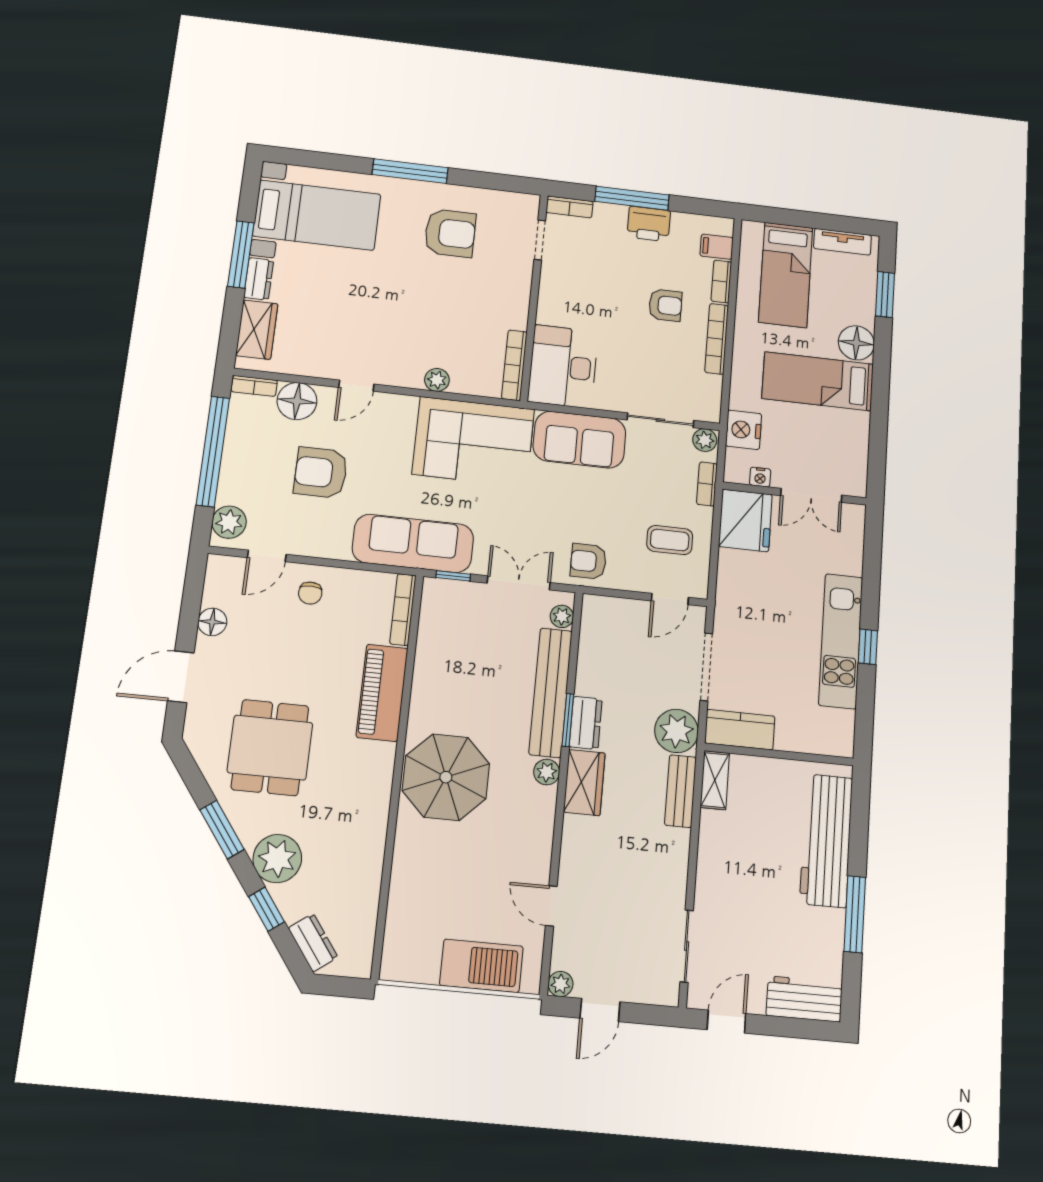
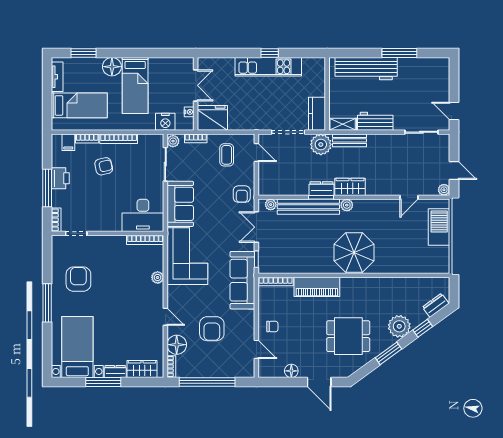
armchair: (665, 305) -> (104, 166), turned 77
plant: (229, 522) -> (242, 369), removed
workbench: (804, 999) -> (375, 121), moved, turned 90

